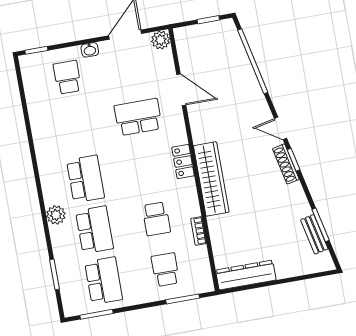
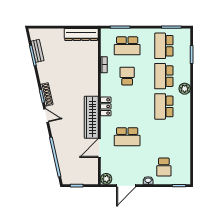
door: (181, 90) -> (99, 148), hinge flipped
wardrobe: (211, 179) -> (91, 117), moved
school desk: (165, 270) -> (127, 46), width x1.85

